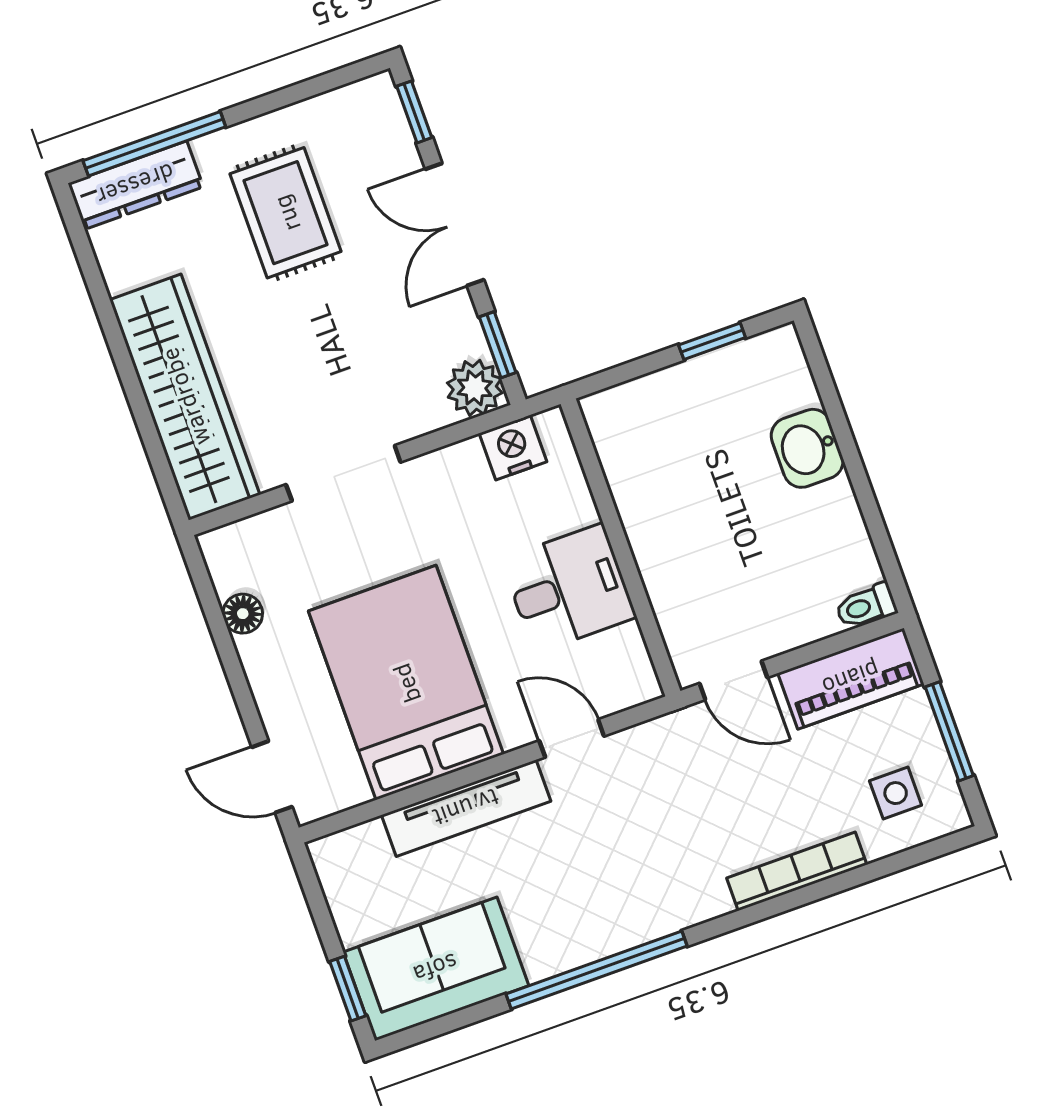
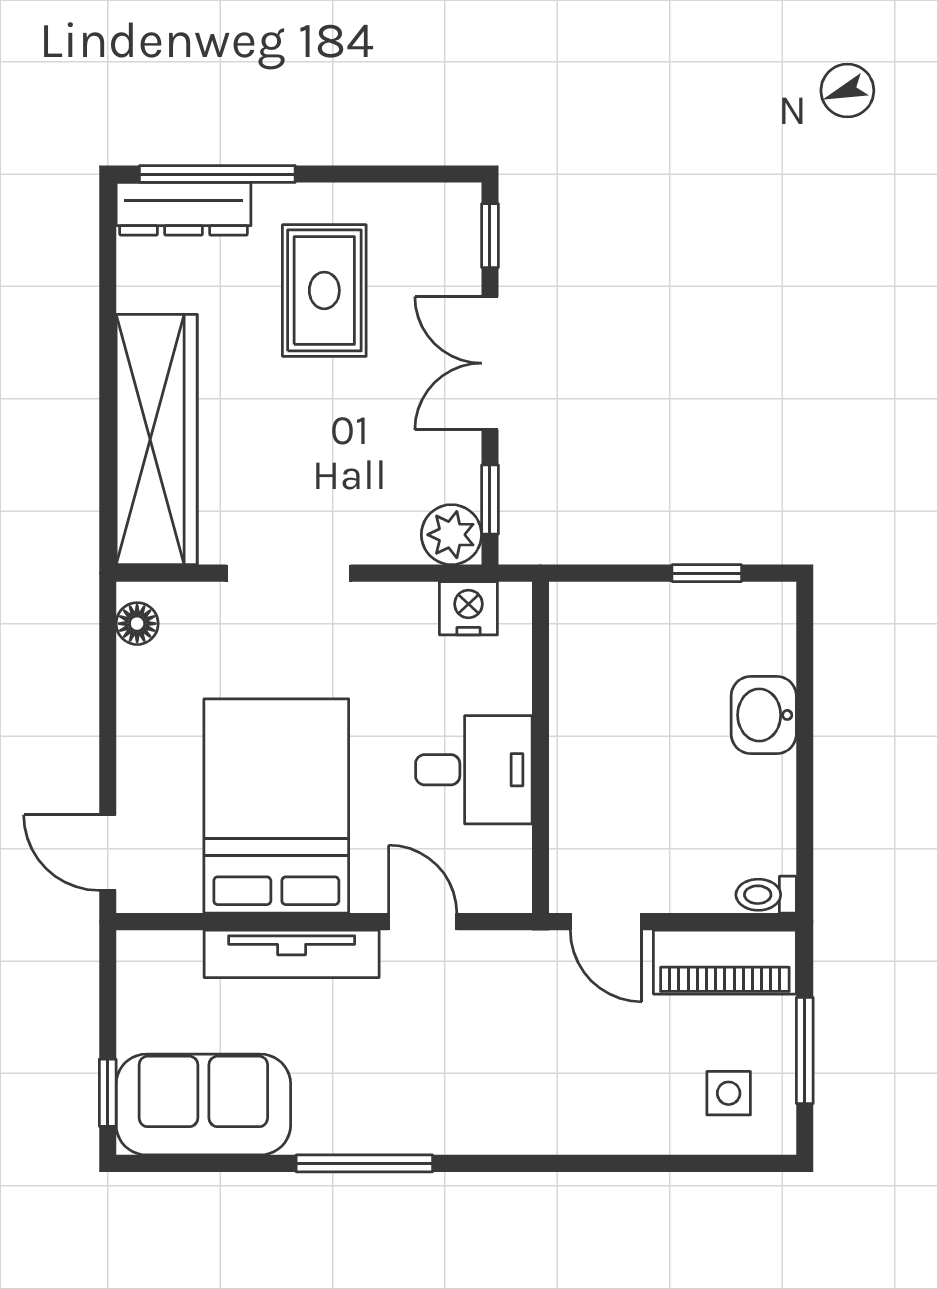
floor lamp: (243, 614) -> (137, 624), moved
bookcase: (797, 871) -> (601, 1136), removed
window: (596, 970) -> (364, 1163), width x0.68

